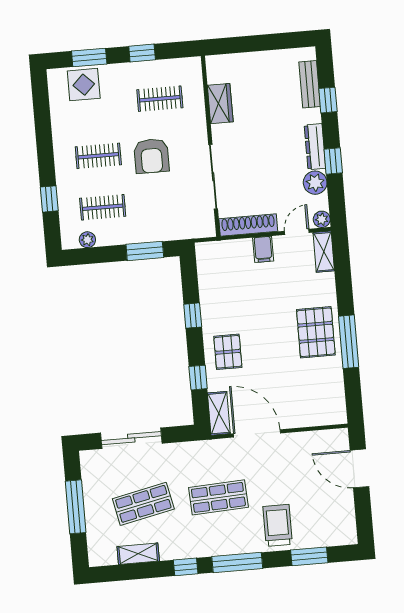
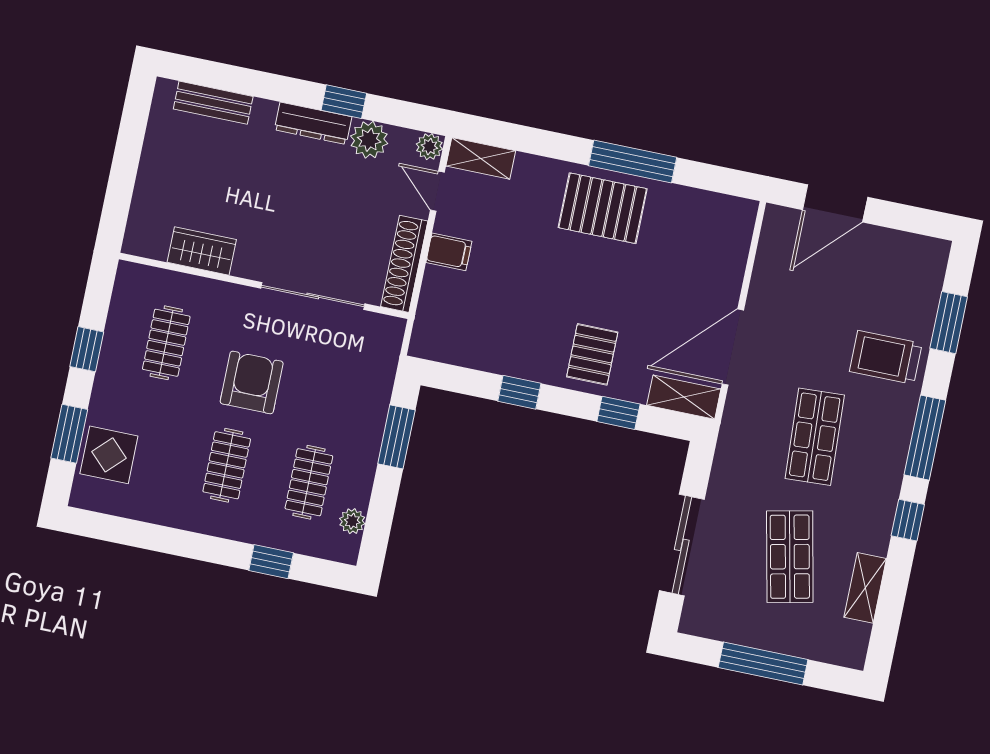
window: (328, 100) -> (246, 81), removed
armchair: (151, 156) -> (252, 382), turned -90
pallet: (228, 352) -> (592, 354), turned 90

